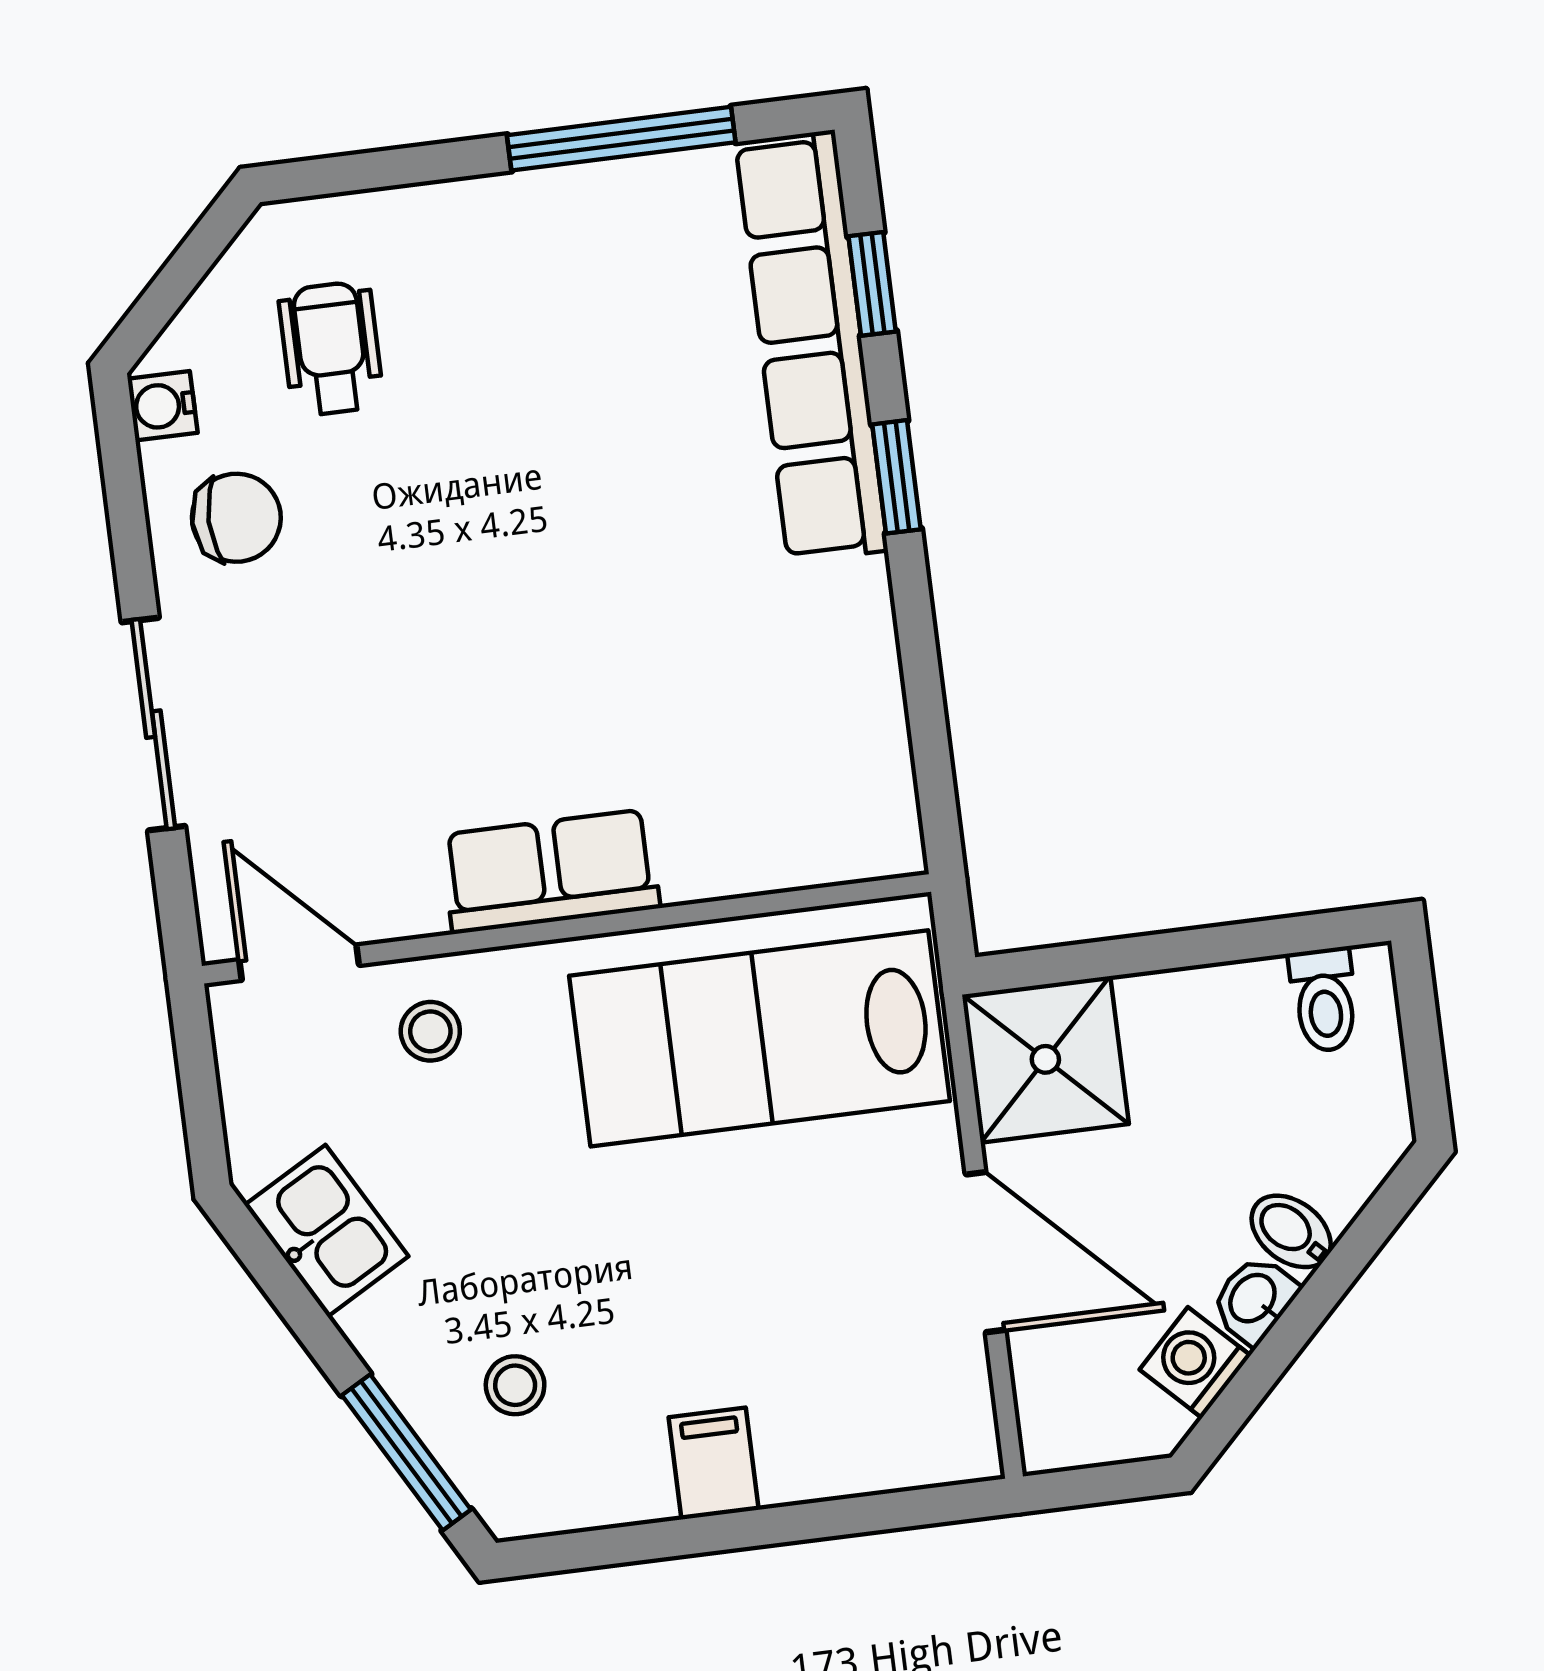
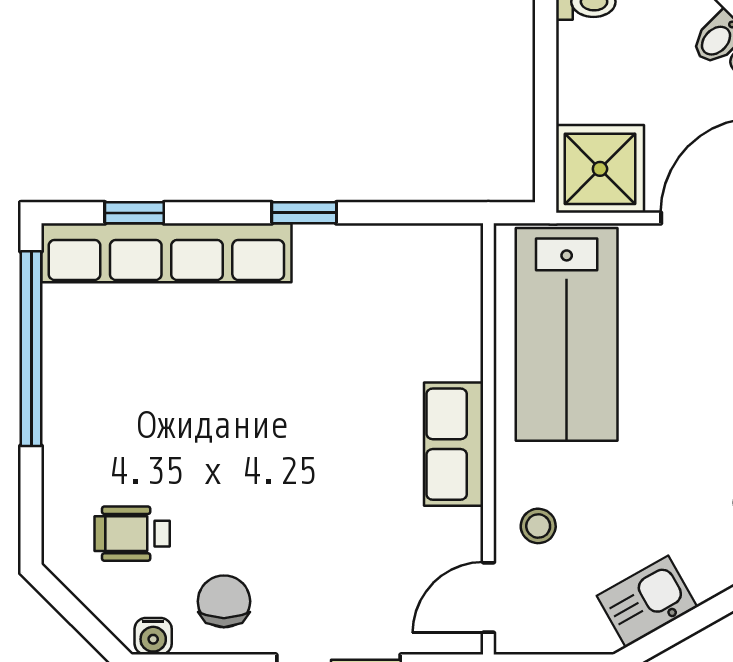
window: (621, 139) -> (31, 349), width x1.46
window: (897, 477) -> (304, 213), moved

